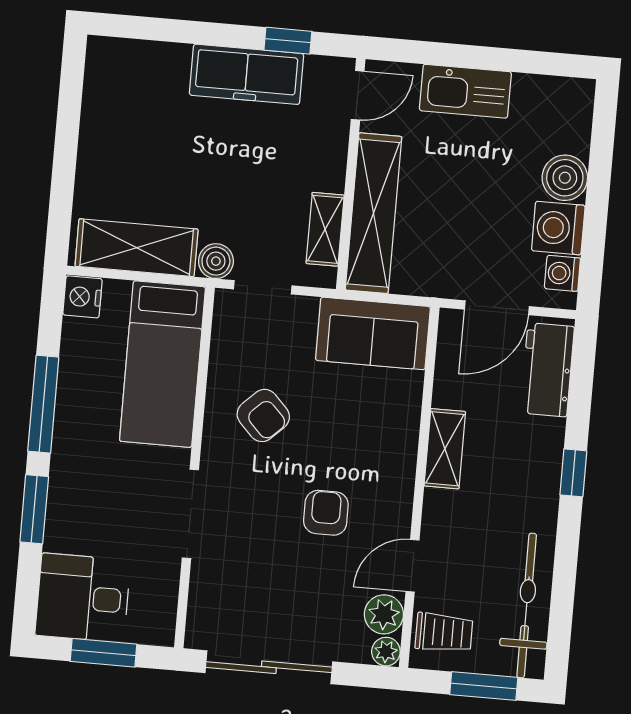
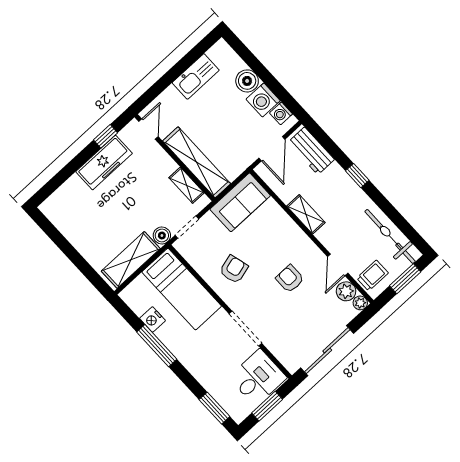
kitchen sink: (465, 91) -> (196, 76), moved
nightstand: (82, 297) -> (152, 319), moved
armchair: (263, 415) -> (234, 269), turned -61
window: (34, 509) -> (214, 408), moved
desk: (83, 598) -> (258, 378), moved, turned 180

